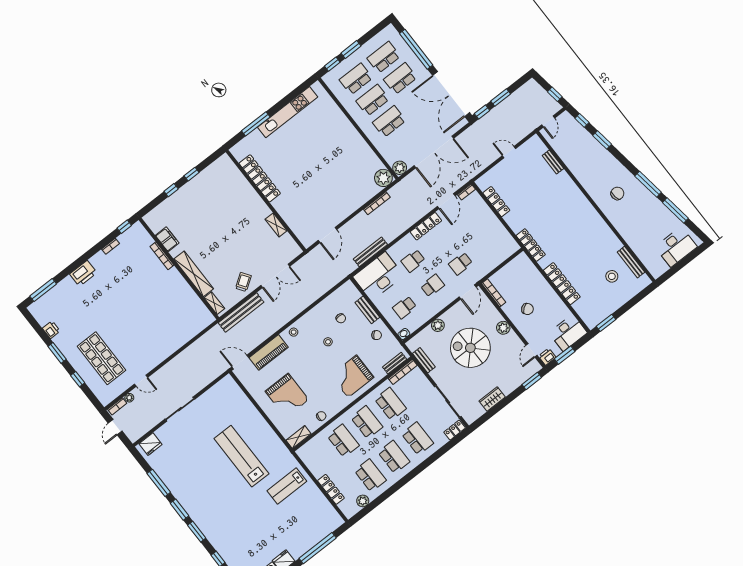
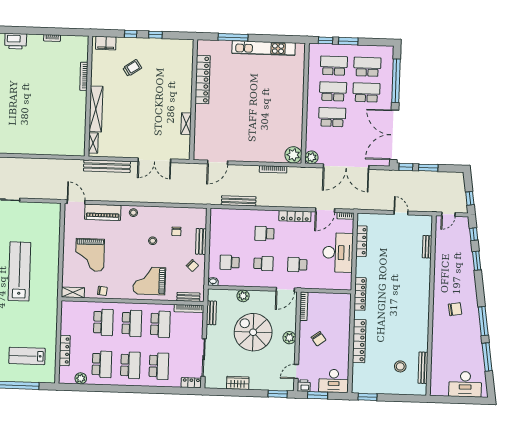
window: (124, 227) -> (74, 32), removed
filing cabinet: (167, 239) -> (106, 43), moved, turned 90
desk: (378, 276) -> (338, 253), moved, turned 90
trolley: (243, 282) -> (132, 68), moved
lab bench: (287, 486) -> (27, 356), moved

